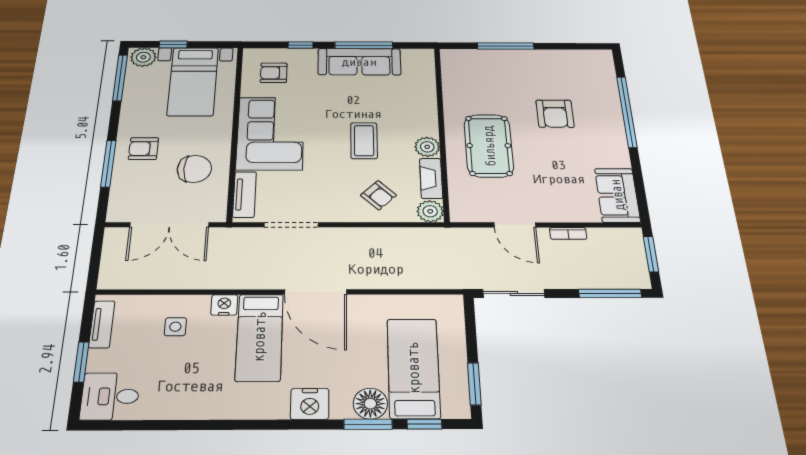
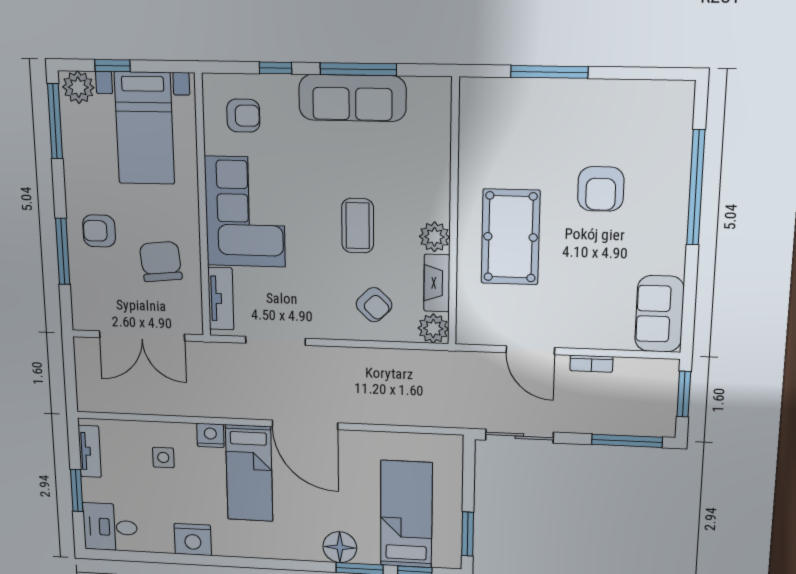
armchair: (274, 73) -> (243, 116), turned 180
chair: (194, 169) -> (161, 262), turned -96
nightstand: (310, 404) -> (193, 539), moved
floor lamp: (370, 404) -> (340, 547), moved

